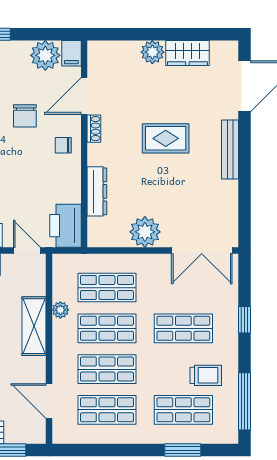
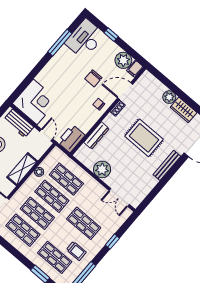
rug: (166, 138) -> (144, 138), width x1.36, depth x1.43
double door: (202, 250) -> (119, 197), width x0.73

